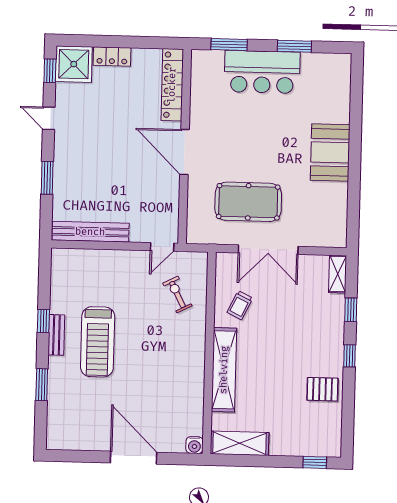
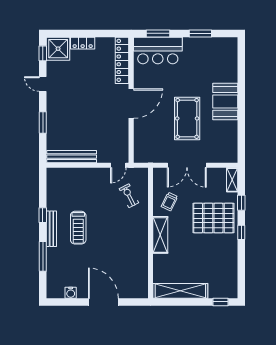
bar counter: (262, 72) -> (158, 50), moved
door: (184, 152) -> (131, 104), swing flipped
pool table: (248, 202) -> (187, 118), moved, turned 90
bench: (56, 335) -> (51, 229), width x1.36
treadmill: (98, 342) -> (78, 228), width x0.73, depth x0.73
shelving: (224, 370) -> (160, 235), width x0.68
window: (42, 385) -> (43, 256), width x1.44
pallet: (322, 389) -> (213, 218), moved, width x2.05, depth x2.00
shelving: (240, 443) -> (180, 291), width x1.47
water cooler: (194, 445) -> (71, 293), moved

